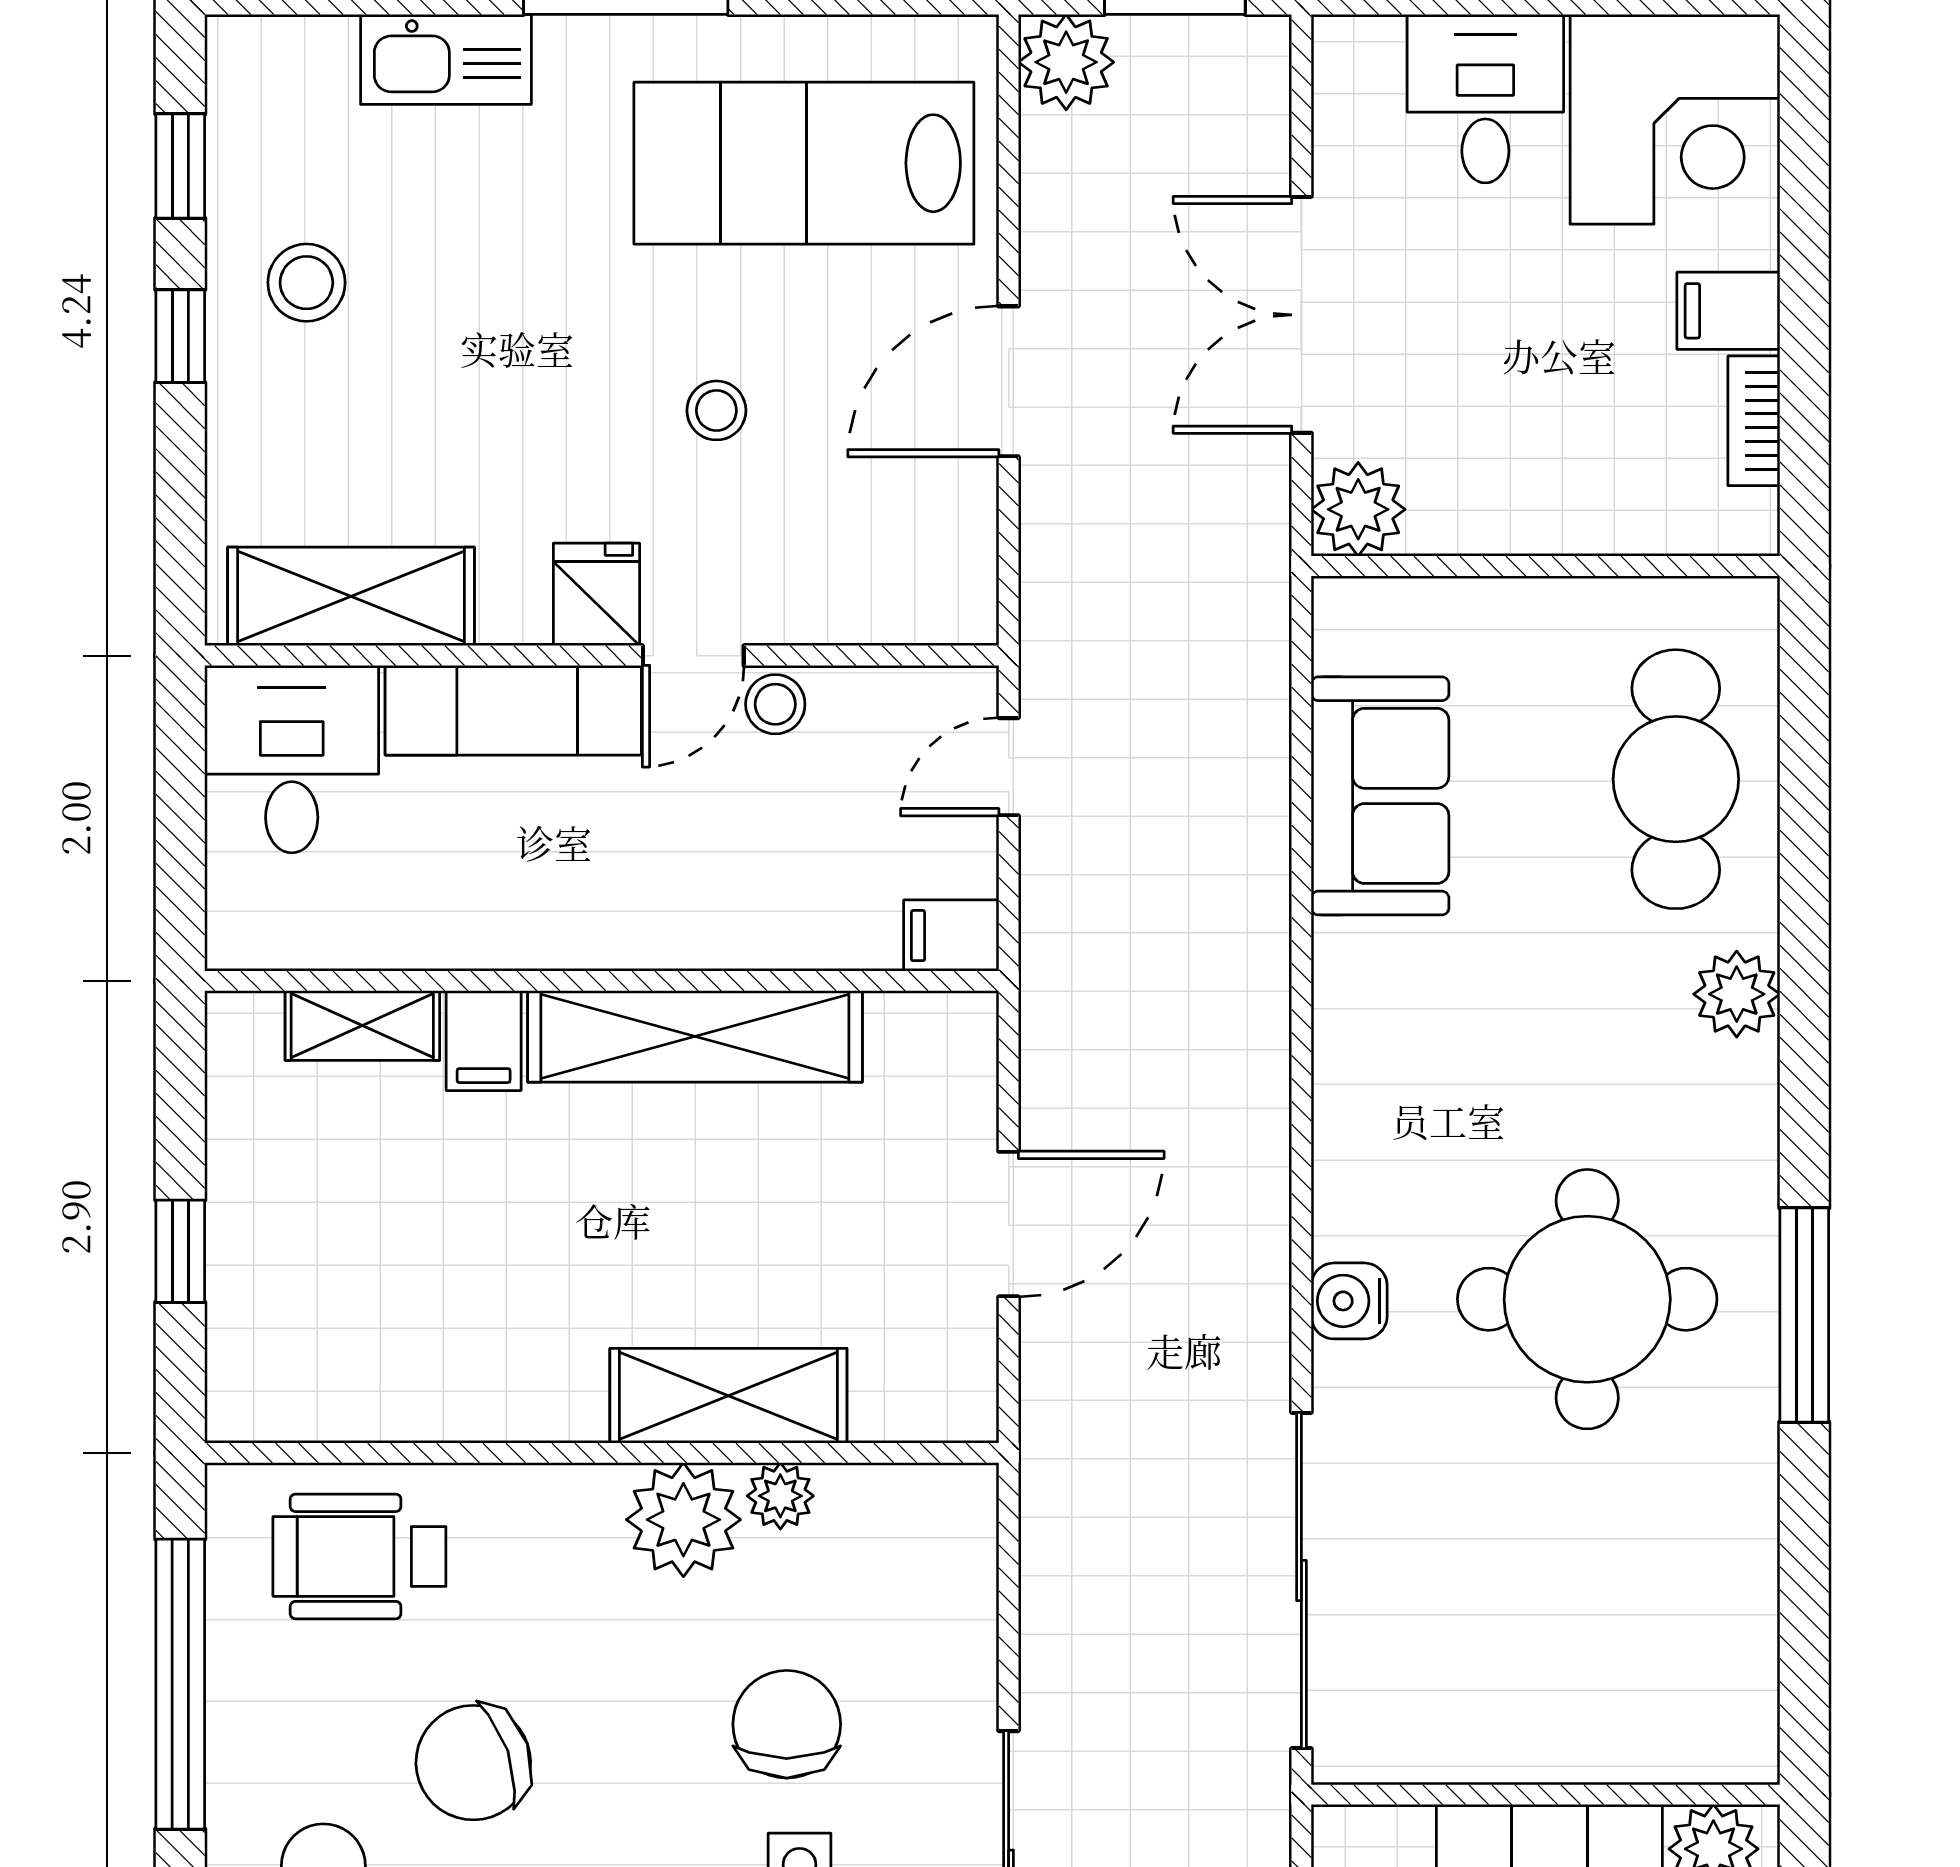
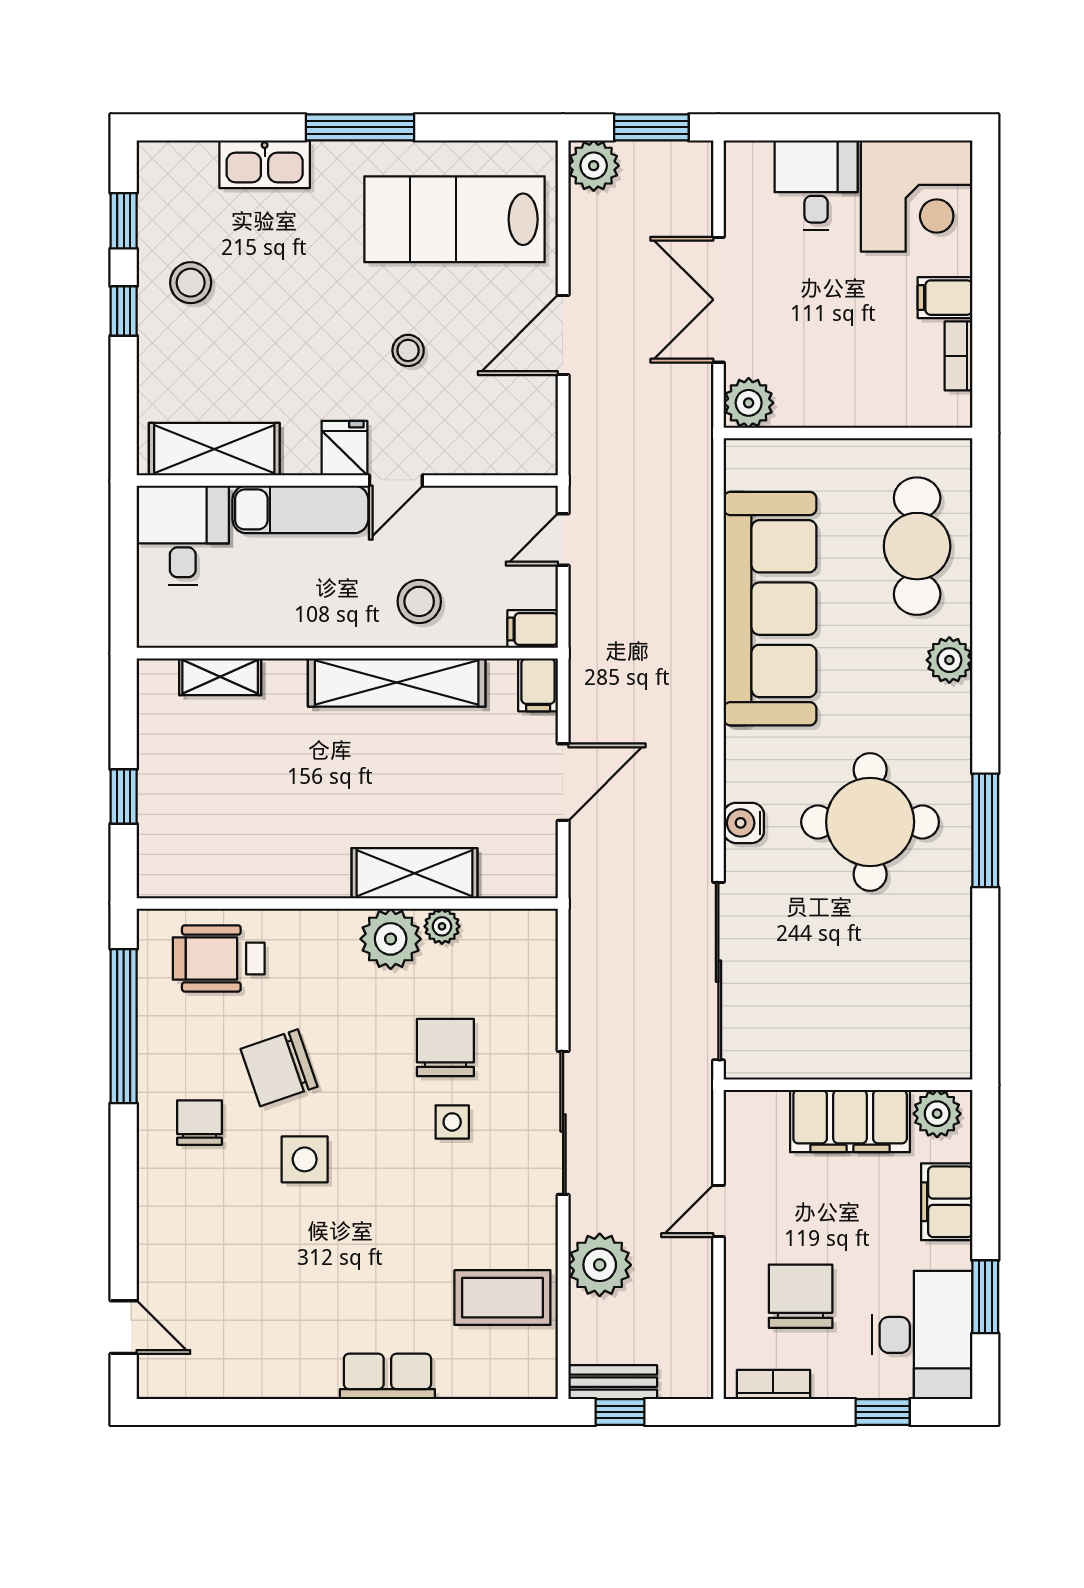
stool: (775, 704) -> (419, 601), moved, width x1.37, depth x1.37
sofa: (1380, 796) -> (770, 609), width x1.85, depth x1.27
filing cabinet: (484, 1041) -> (538, 685), moved

